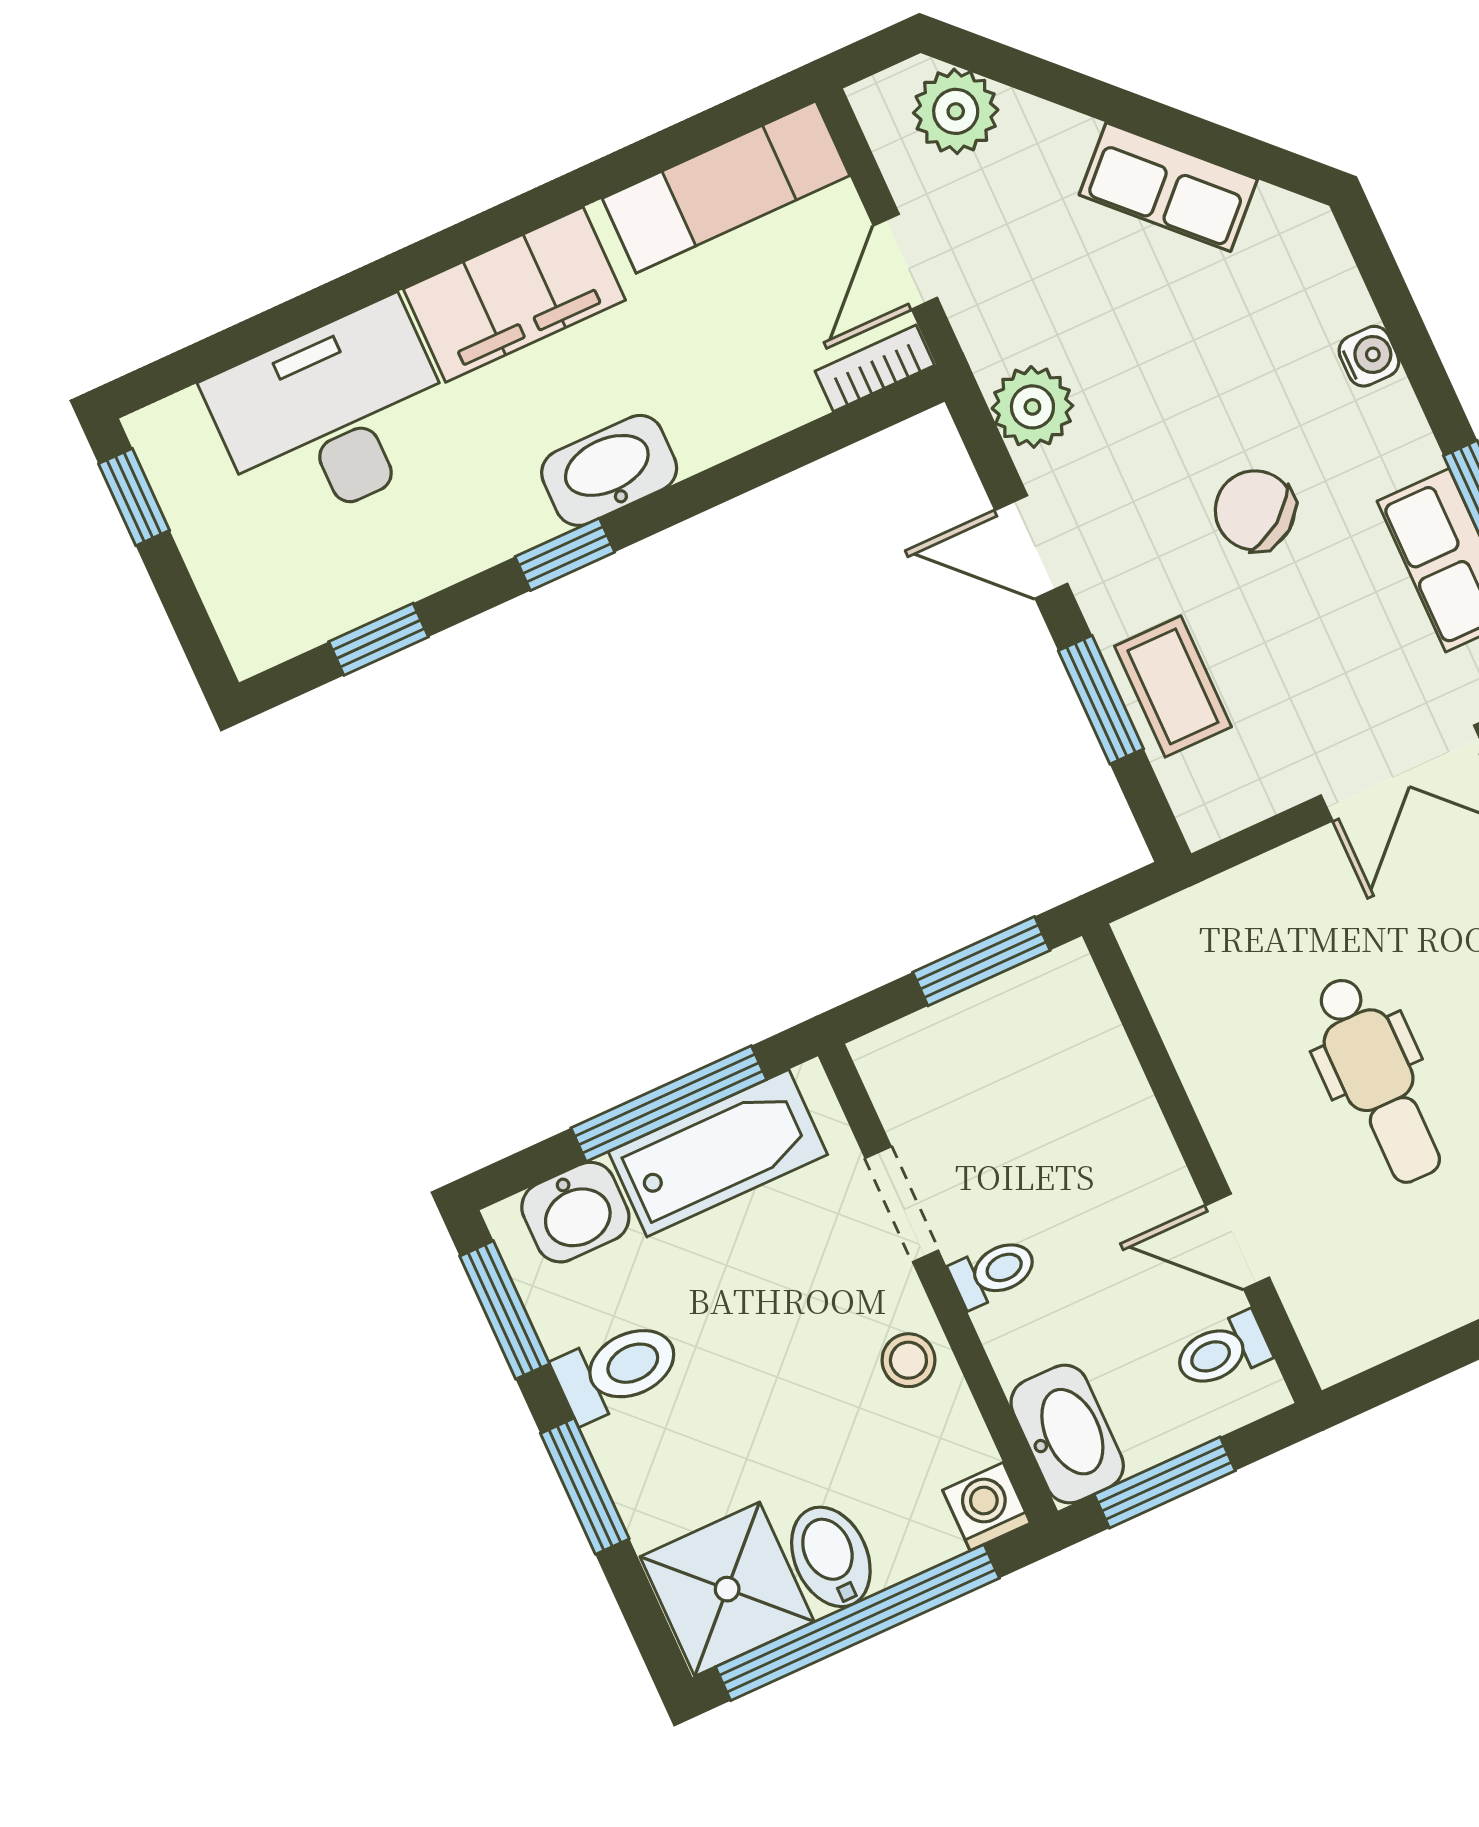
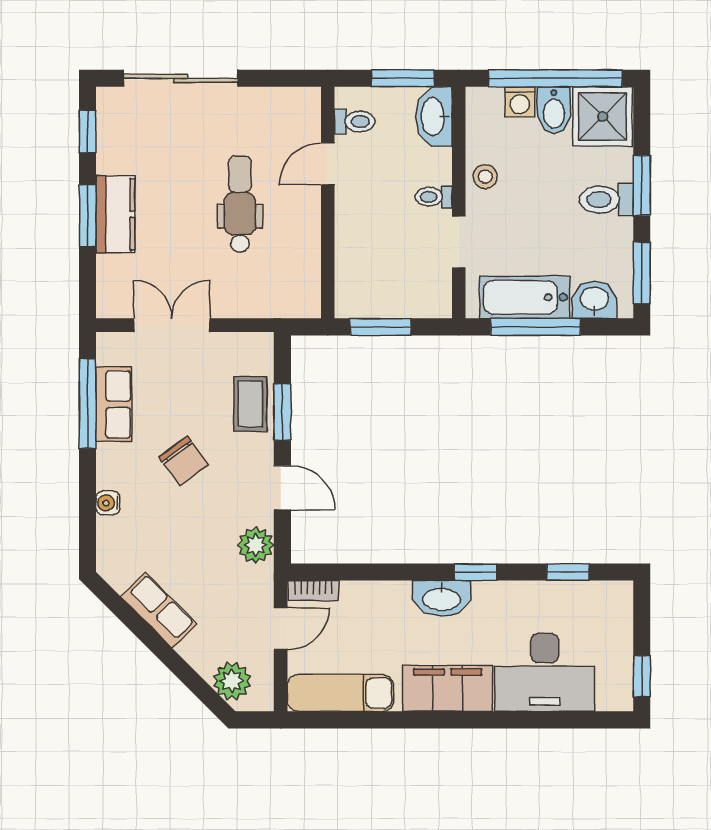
door: (1237, 1241) -> (328, 164), swing flipped
toilet: (618, 1370) -> (607, 200), moved
washing machine: (987, 1507) -> (520, 102), moved

